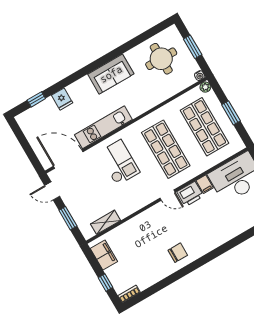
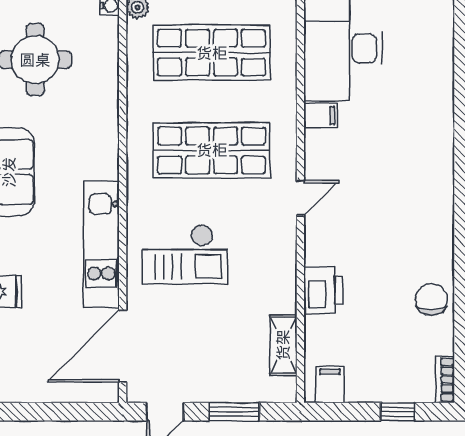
checkout: (119, 163) -> (185, 254), turned 180
printer: (190, 194) -> (323, 290), moved
chair: (178, 253) -> (431, 300), moved
filing cabinet: (104, 255) -> (330, 384), width x0.50

